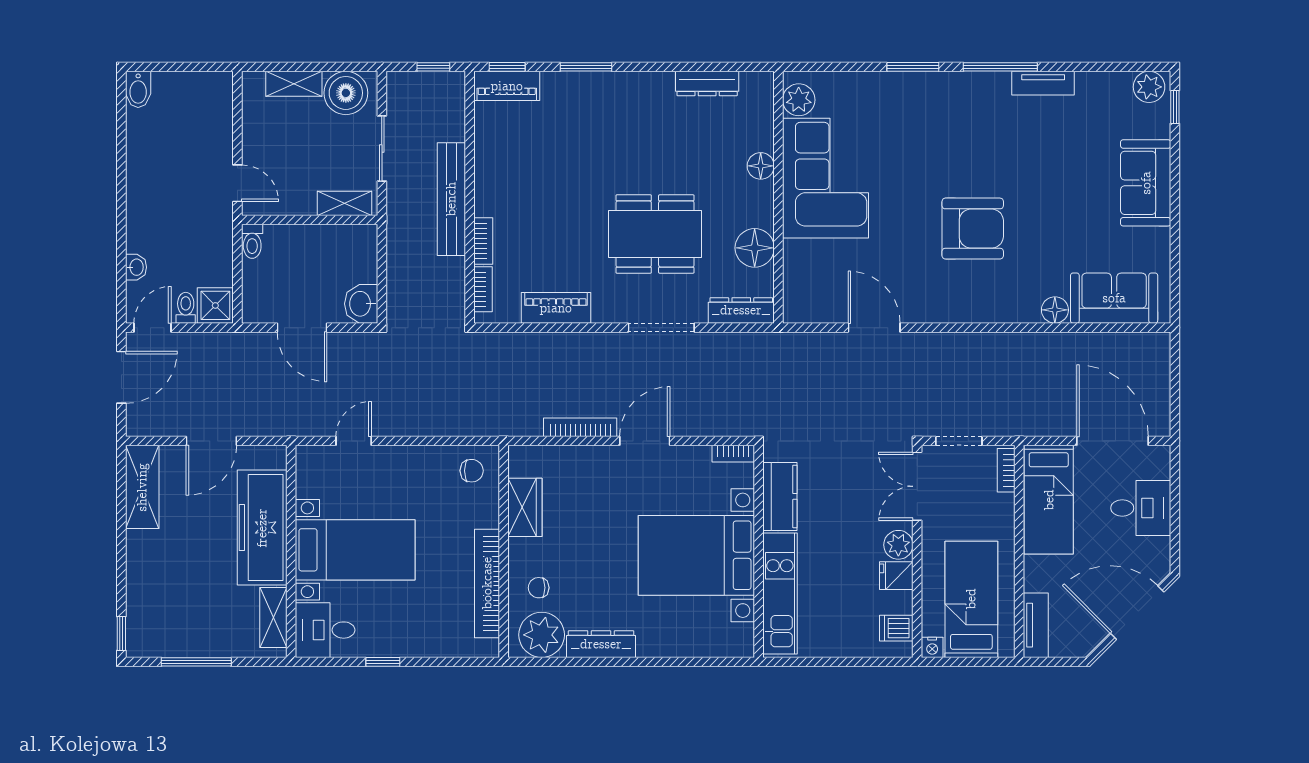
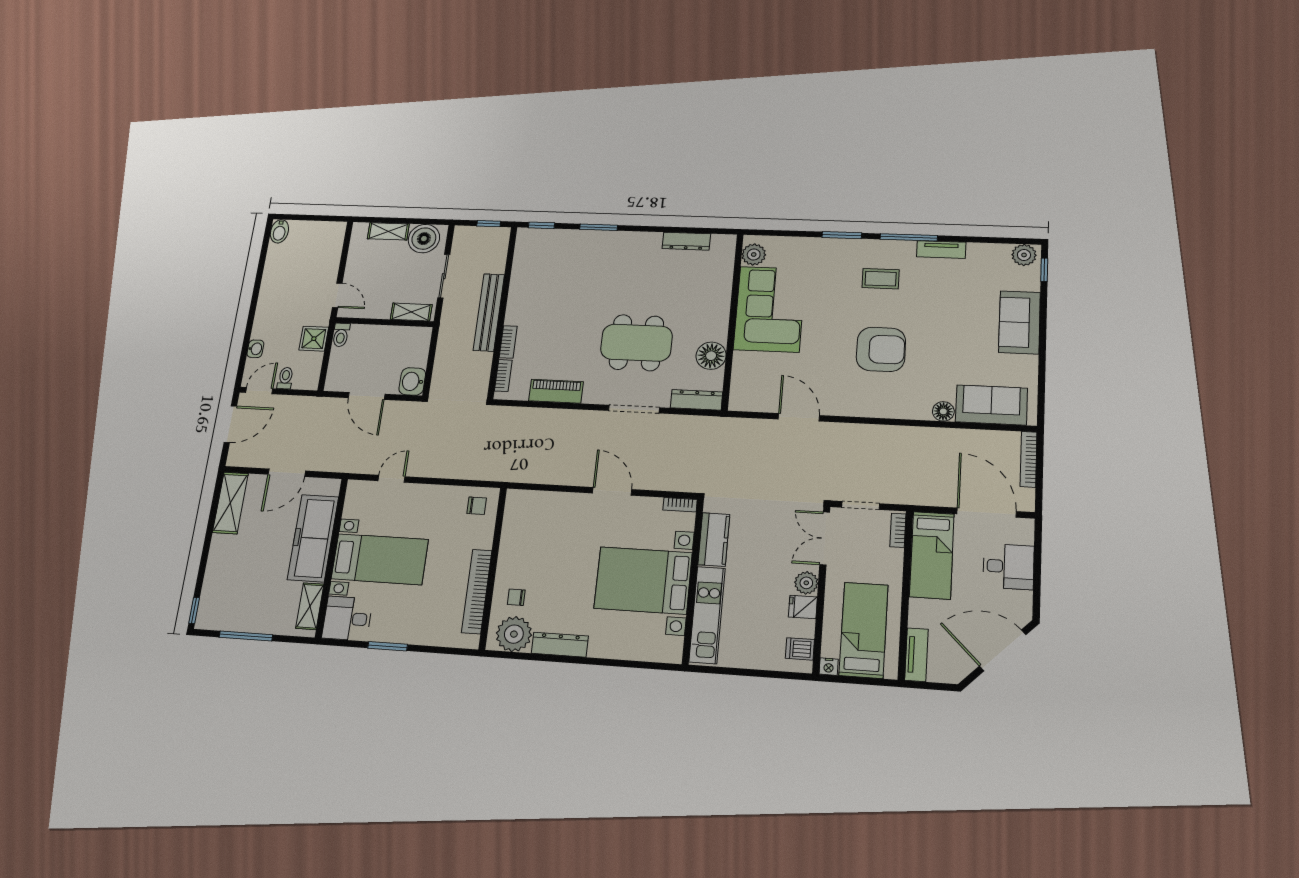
piano: (507, 86) -> (540, 238), removed
coffee table: (967, 128) -> (881, 279), added
floor lamp: (761, 166) -> (721, 299), removed
shower: (215, 305) -> (314, 339), moved
bookcase: (580, 427) -> (1029, 459), moved, turned -90
door: (645, 441) -> (612, 491), hinge flipped
wardrobe: (525, 507) -> (514, 536), removed
window: (383, 662) -> (388, 646), width x1.50

